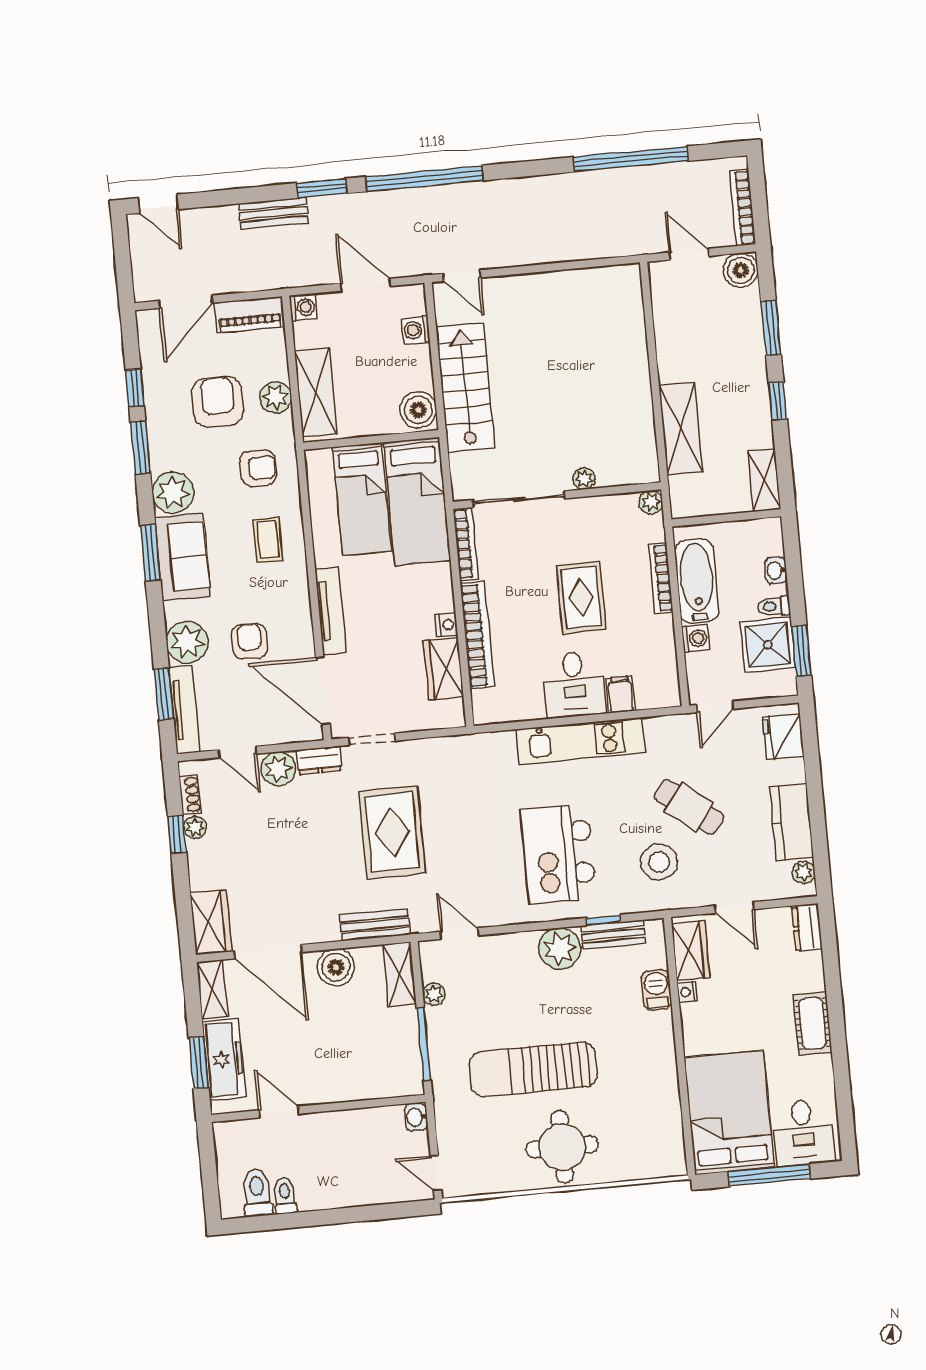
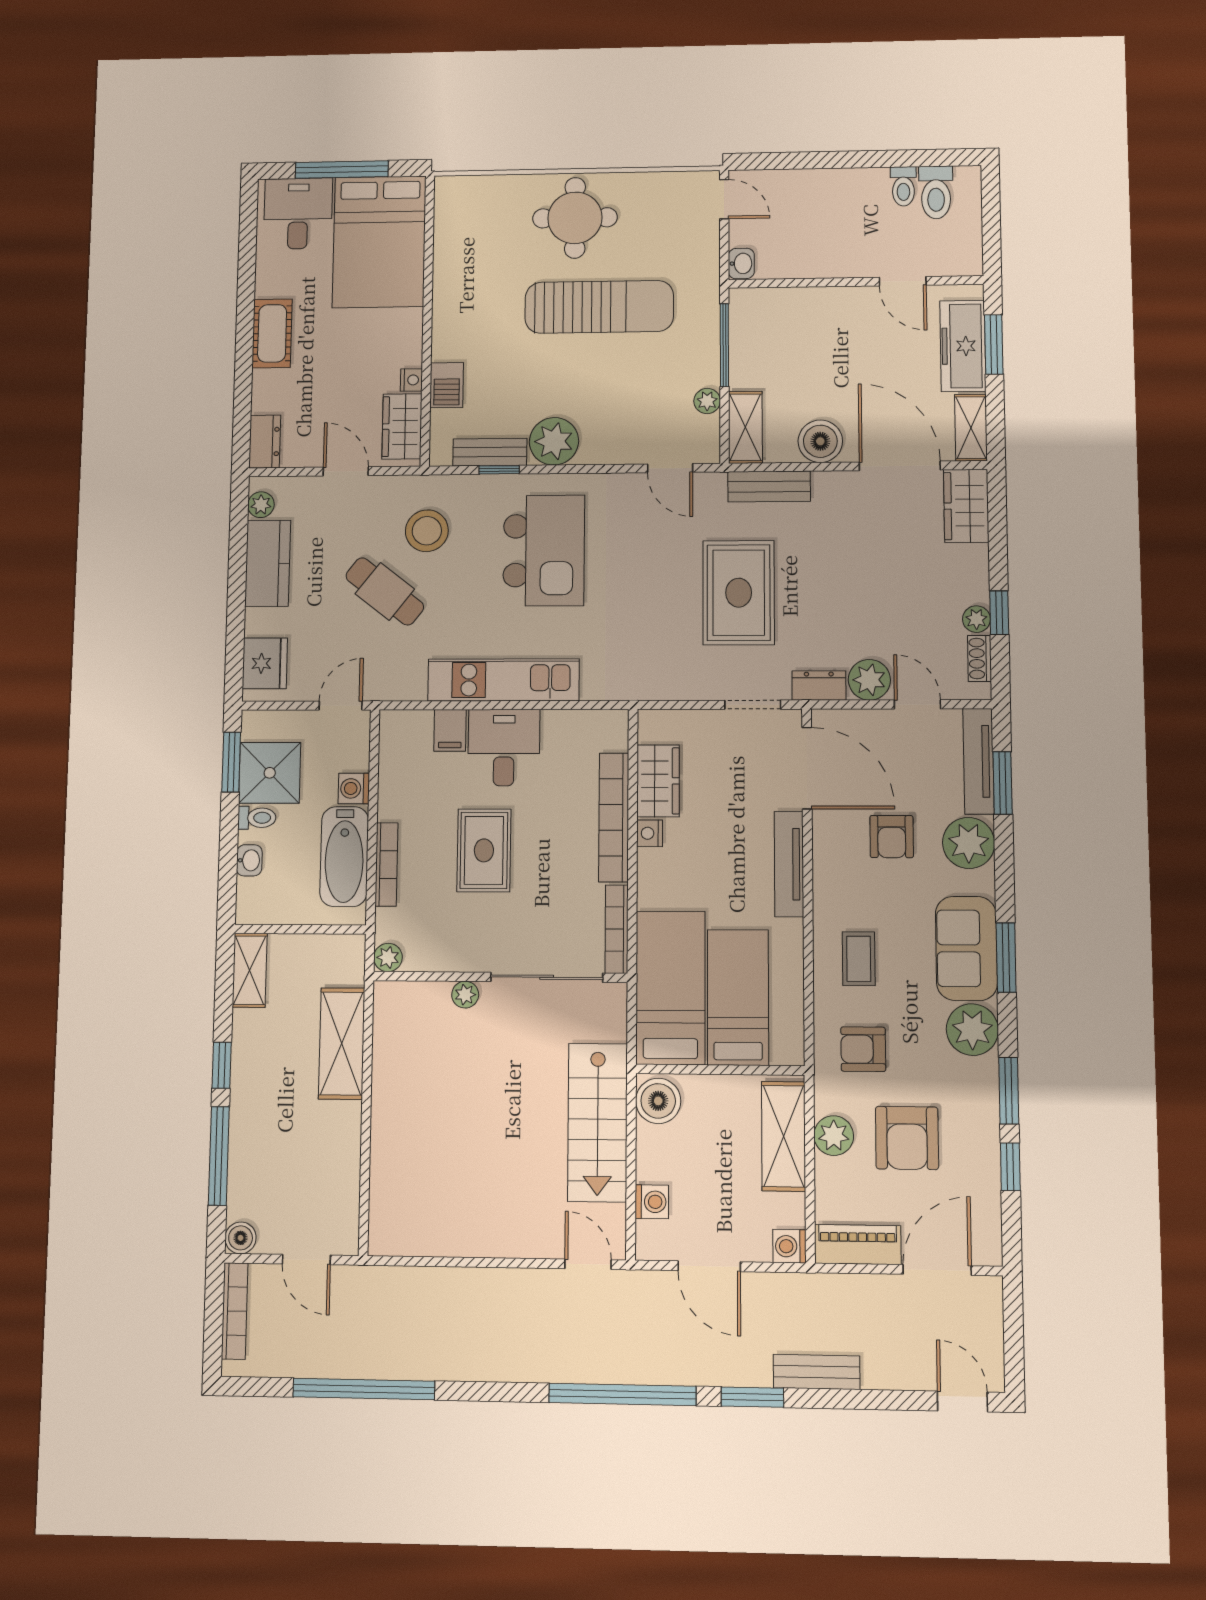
boiler: (741, 270) -> (241, 1238), width x0.73, depth x0.73
window: (771, 328) -> (219, 1156), width x1.44

